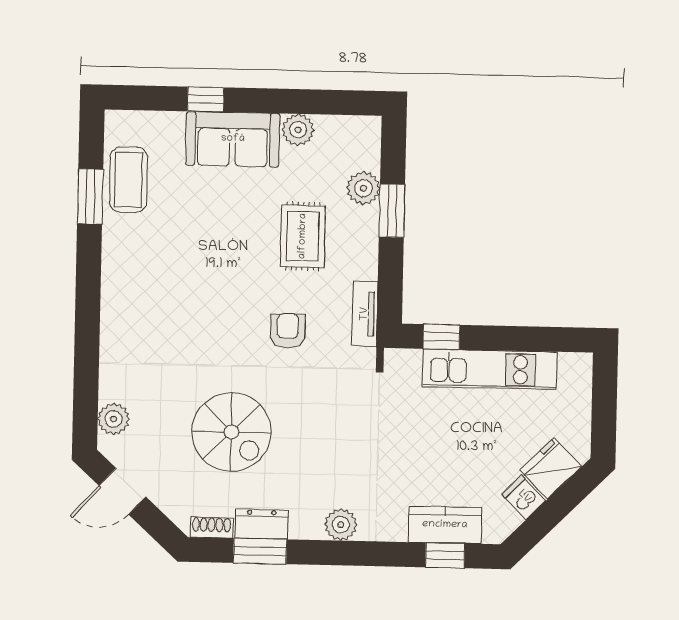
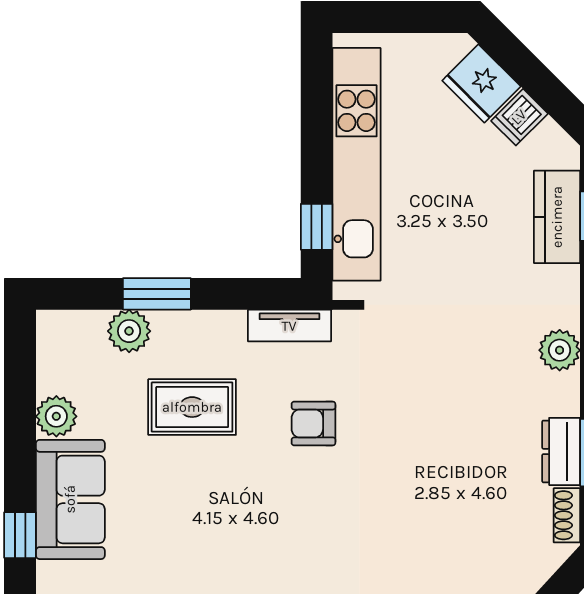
kitchen unit: (490, 369) -> (357, 164), width x1.36
spiral stairs: (231, 432) -> (444, 493), removed

